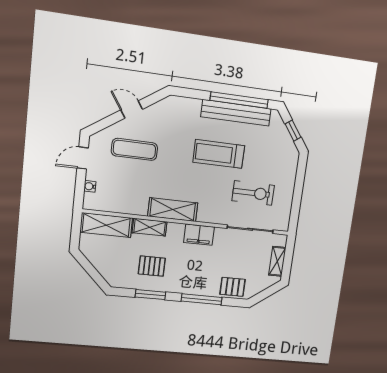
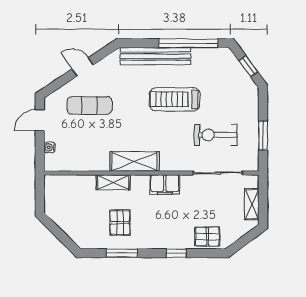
bench: (236, 113) -> (155, 56), moved
exercise bike: (253, 193) -> (216, 135), turned 180
window: (297, 199) -> (263, 136), added
shelving: (106, 225) -> (69, 185), removed
pallet: (152, 266) -> (120, 223), turned 90
window: (202, 299) -> (176, 253), width x0.46

